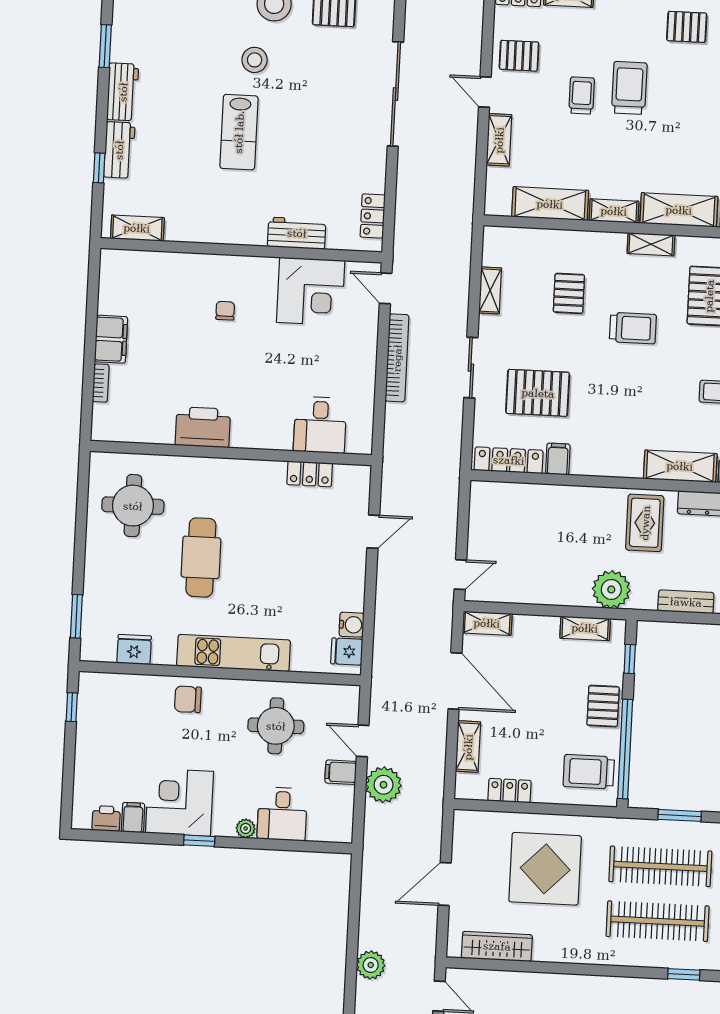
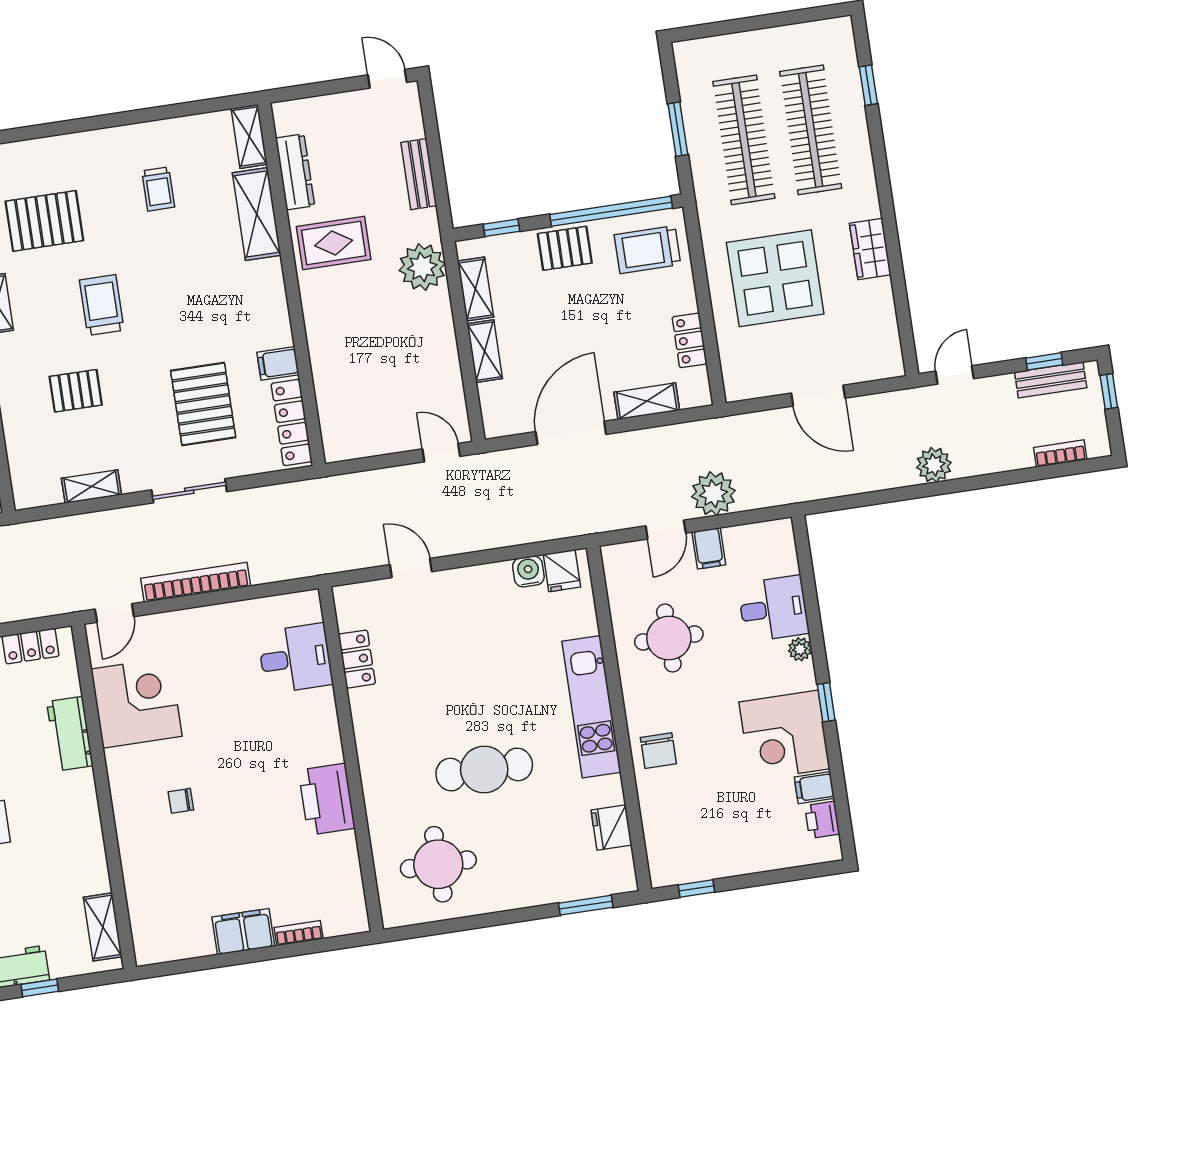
shelving: (487, 623) -> (485, 351), moved
trolley: (589, 772) -> (647, 250), turned 90
wardrobe: (497, 946) -> (870, 249), moved, width x0.67

